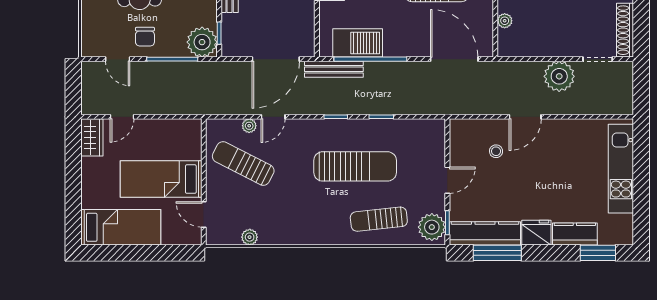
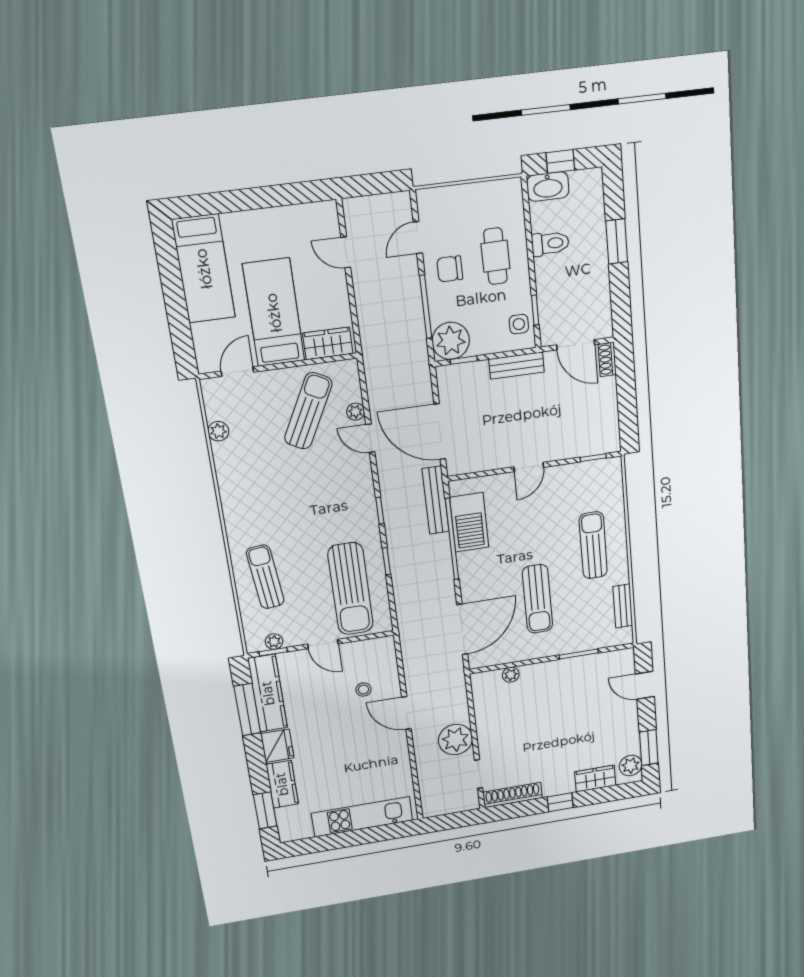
wardrobe: (92, 137) -> (328, 343), moved, turned 180
sun lounger: (355, 166) -> (350, 589), moved
plant: (432, 227) -> (274, 642), width x0.53, depth x0.53

